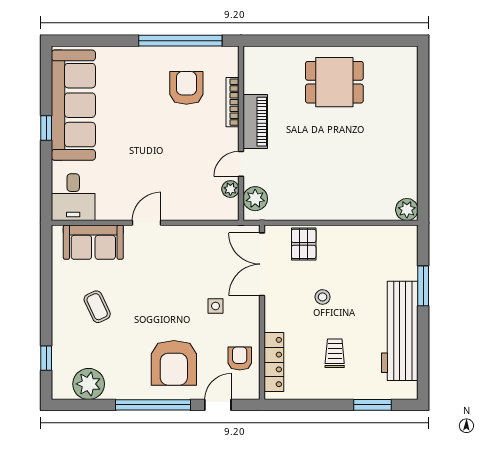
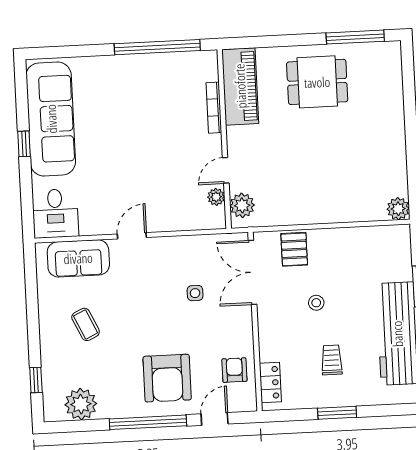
window: (373, 41) -> (355, 37), added
armchair: (186, 88) -> (166, 95), removed
piano: (255, 122) -> (240, 86), moved, width x1.37, depth x1.33
side table: (216, 306) -> (195, 293), moved
locker: (274, 362) -> (270, 382), width x0.66
window: (373, 405) -> (337, 413), moved

